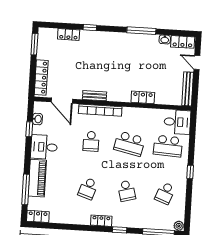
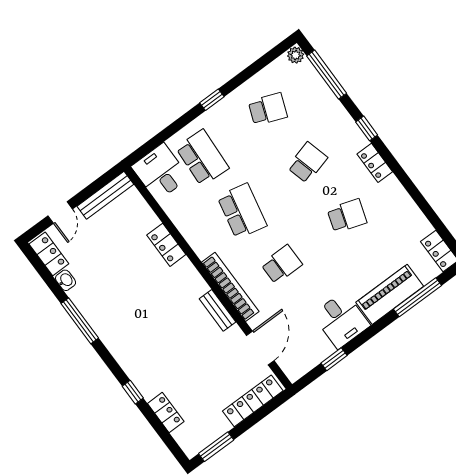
washbasin: (37, 119) -> (312, 360), removed

